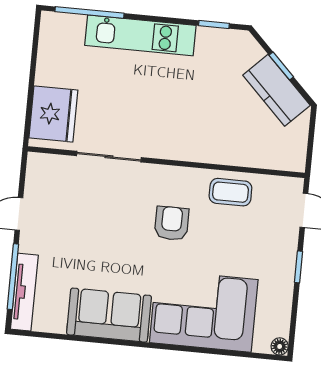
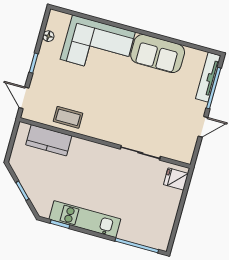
kitchen unit: (140, 35) -> (85, 219), moved
kitchen counter: (276, 90) -> (49, 140), moved, turned 135
fridge: (53, 114) -> (176, 179), width x0.53, depth x0.75
armchair: (172, 223) -> (108, 104), removed
floor lamp: (280, 346) -> (48, 36), moved

